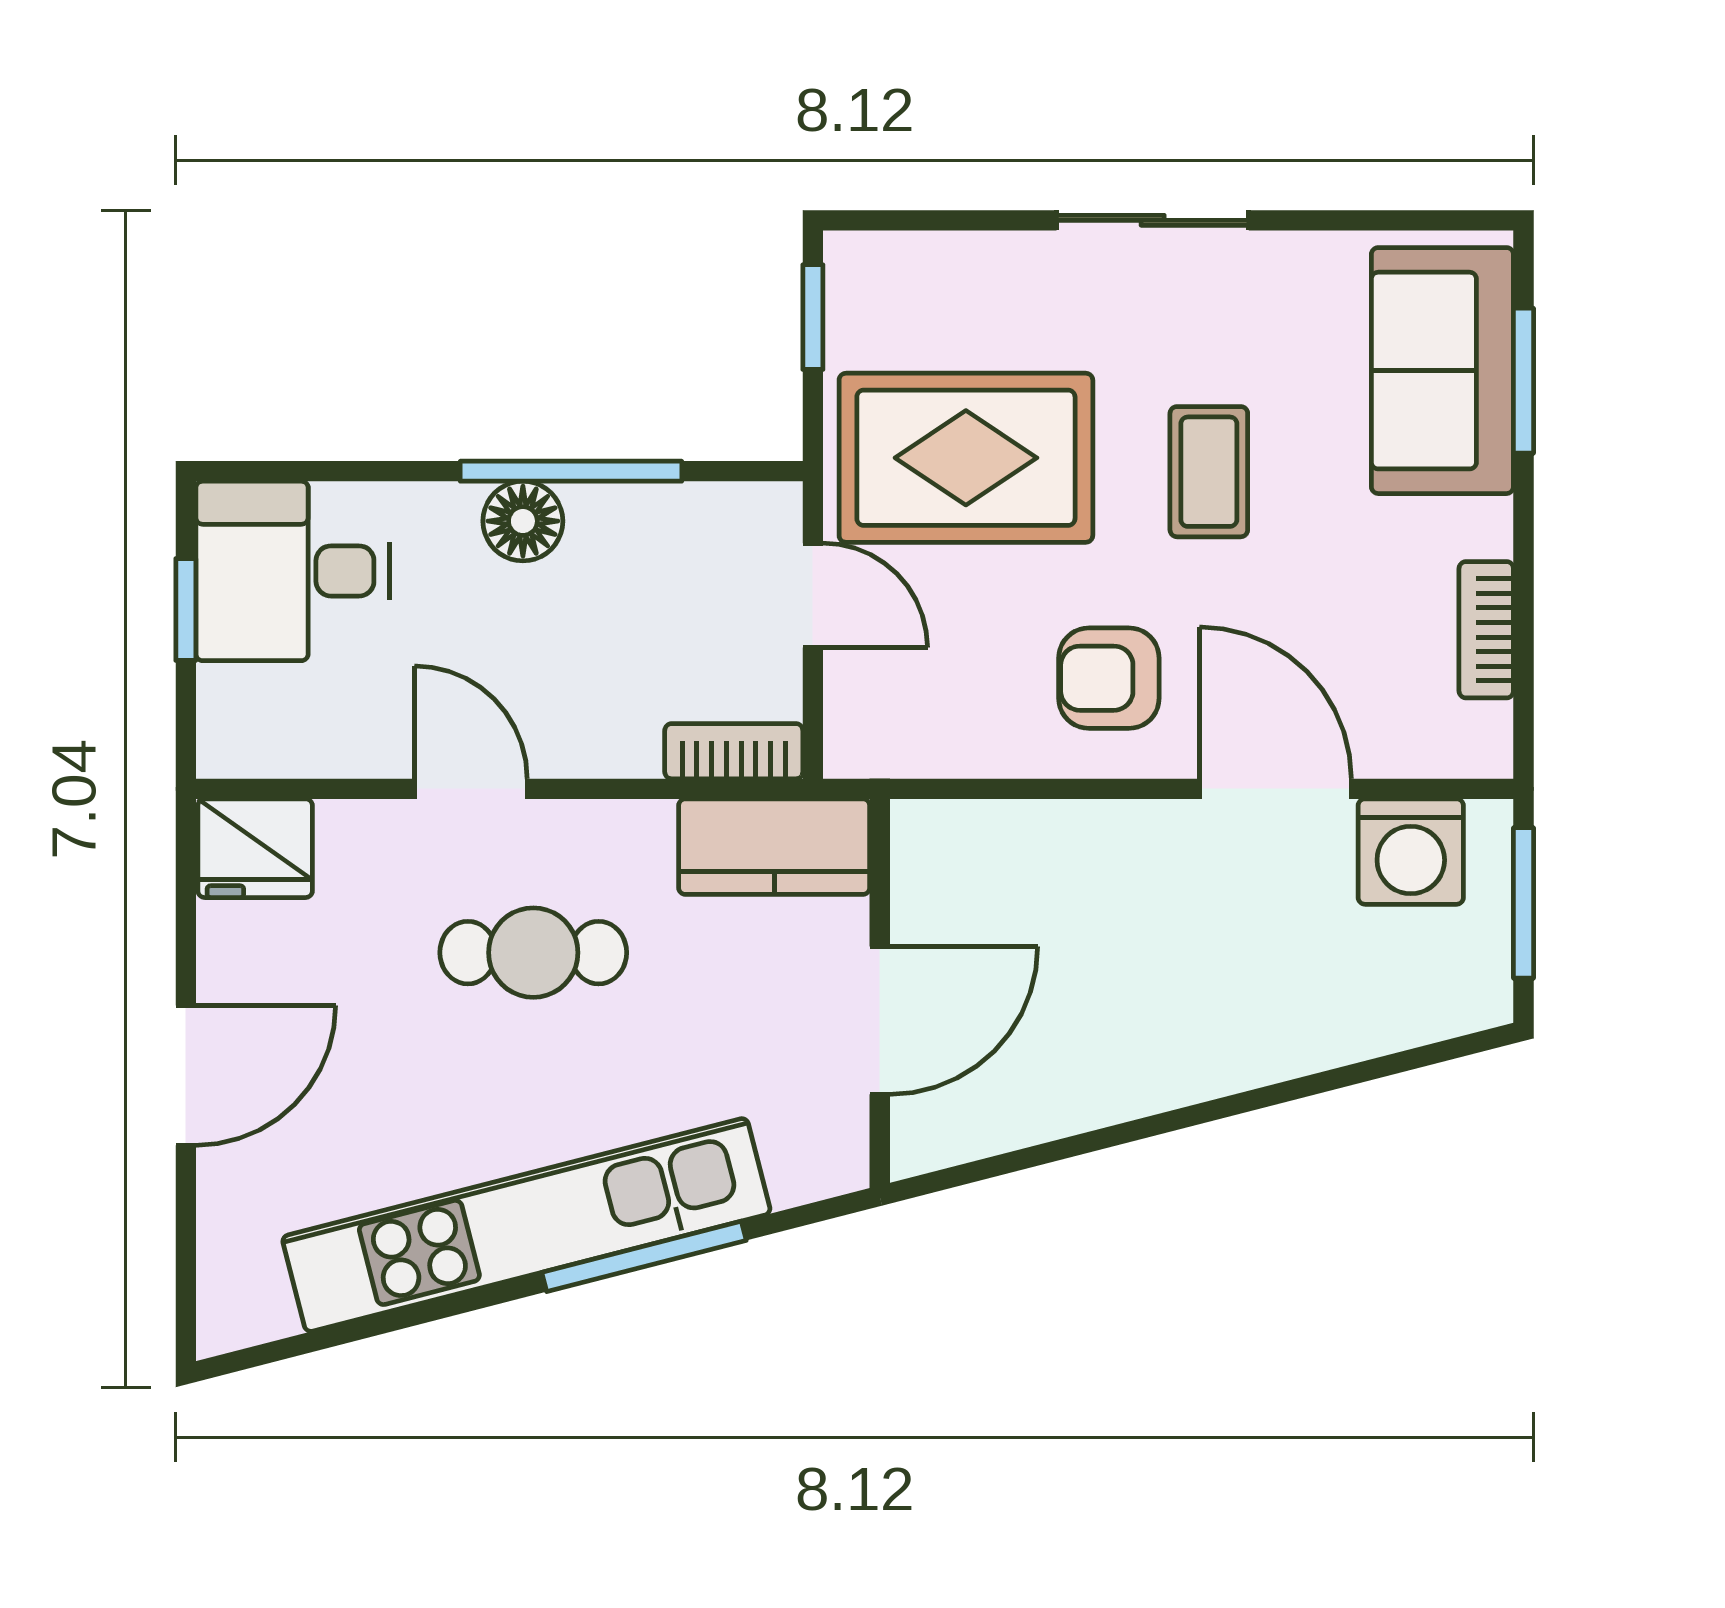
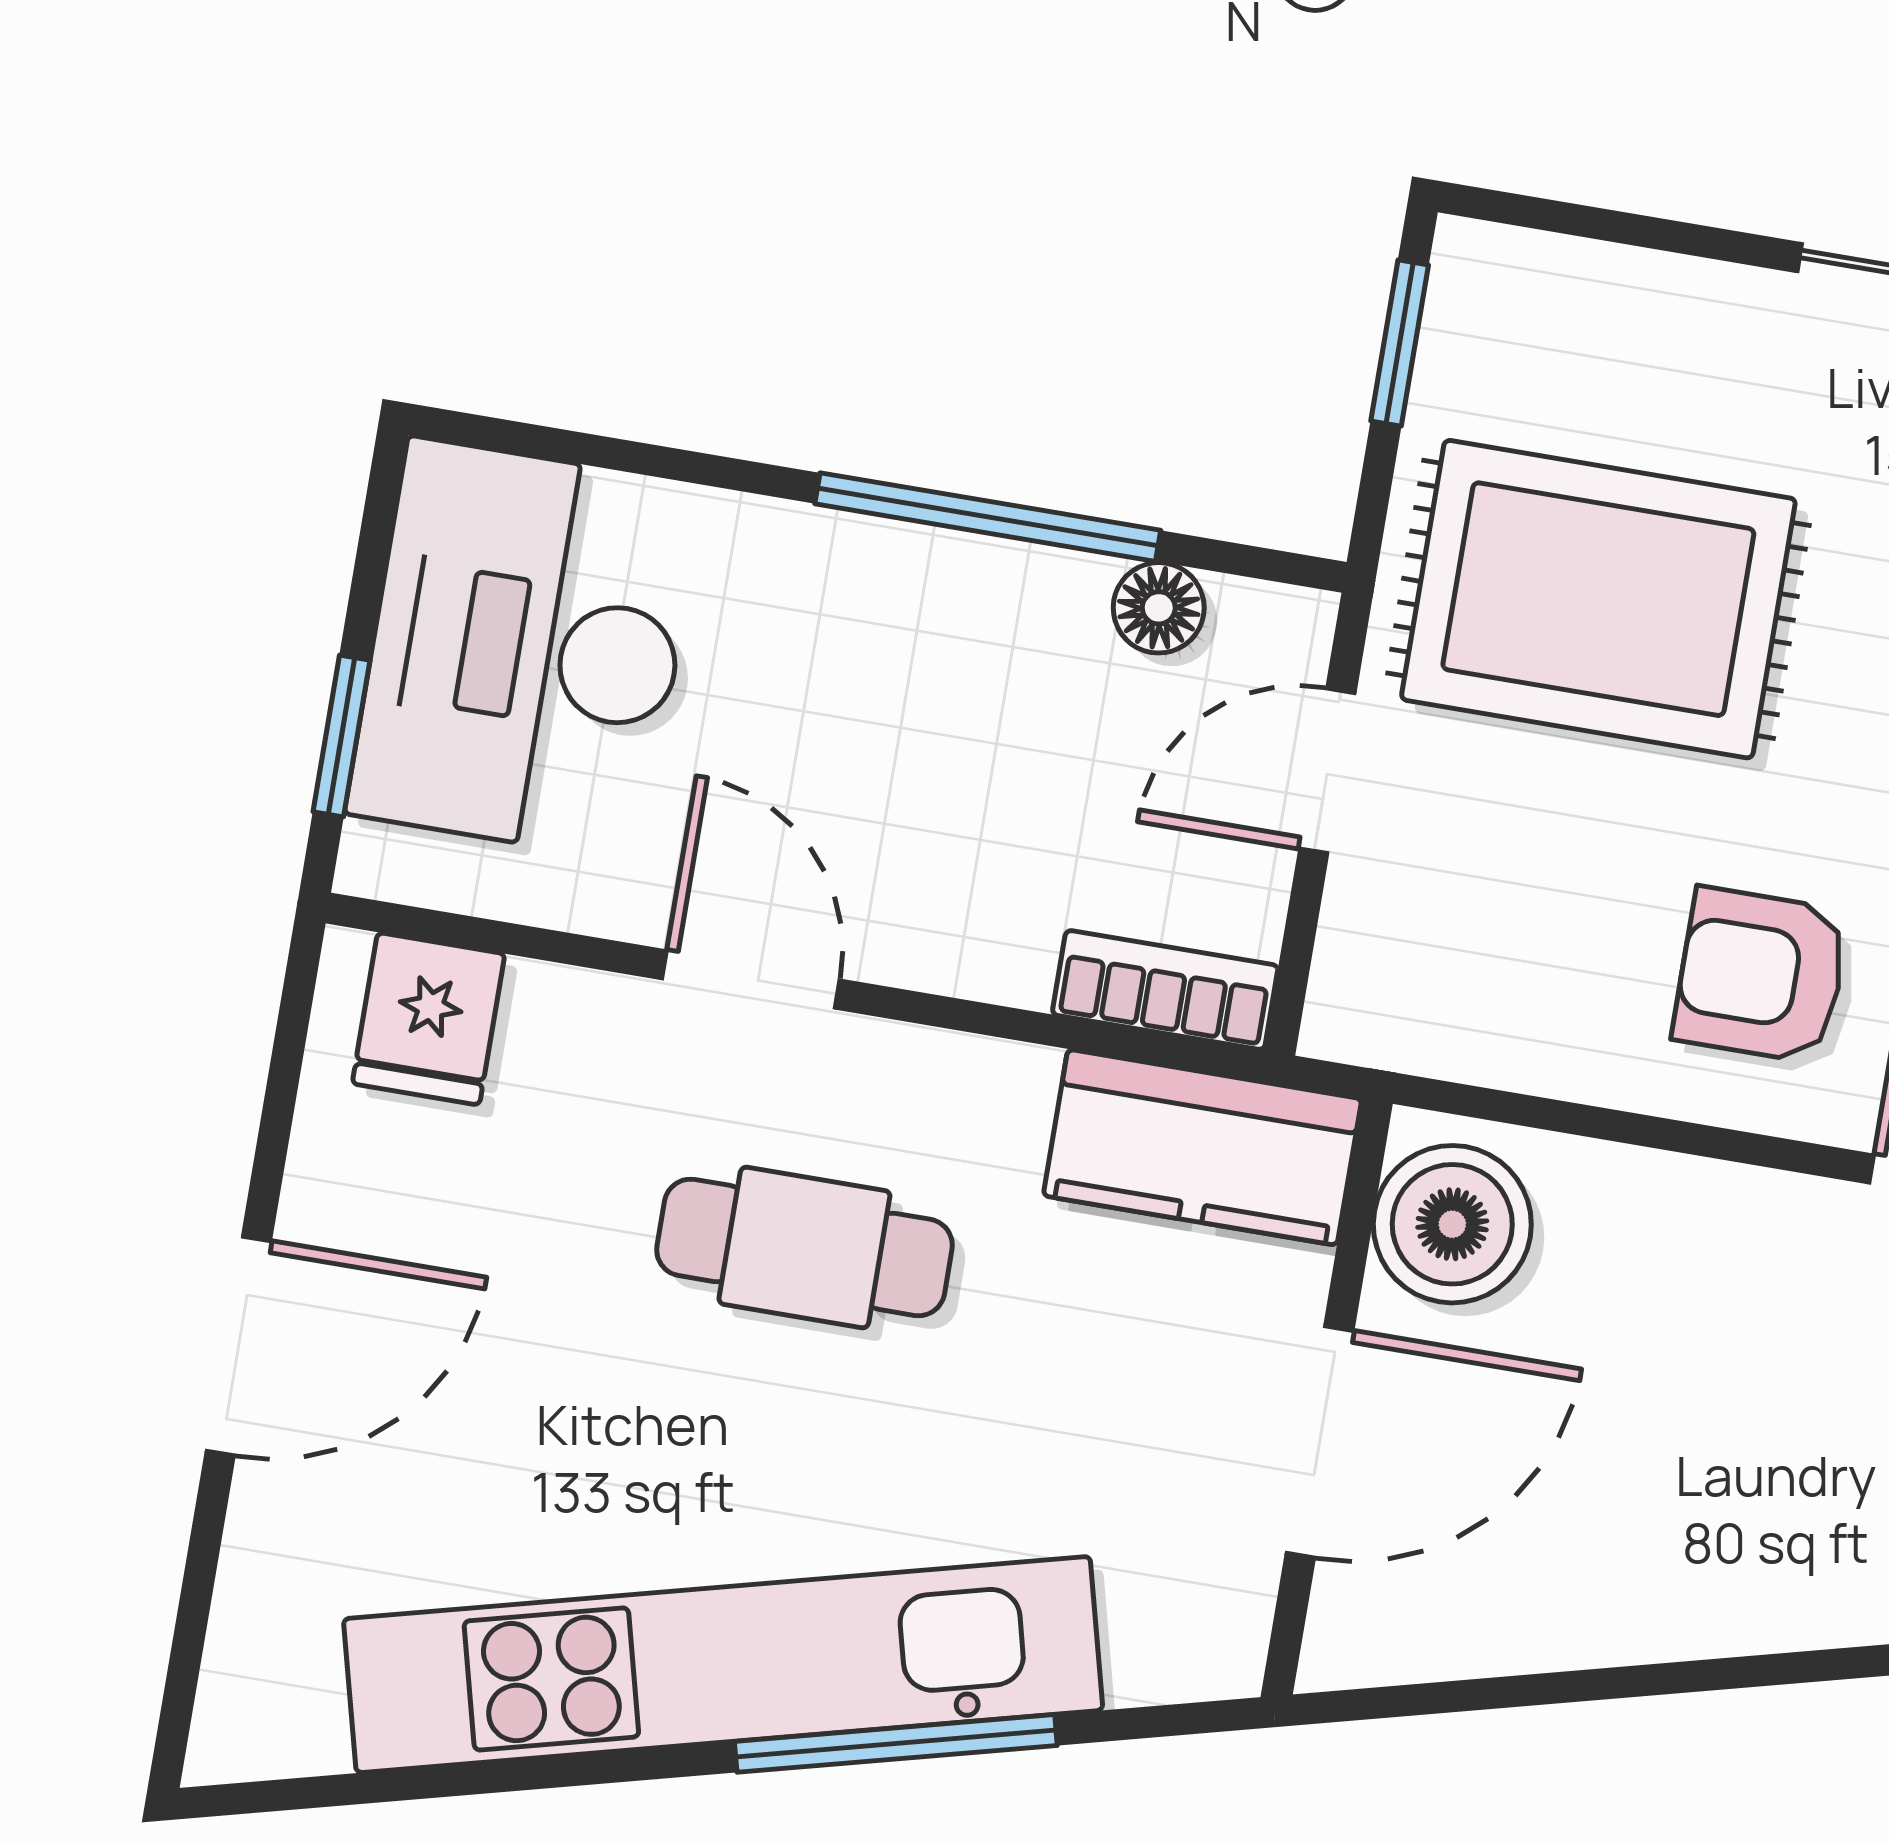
floor lamp: (523, 521) -> (1159, 608), moved, width x0.73, depth x0.73
desk: (293, 571) -> (525, 650), width x1.37
door: (813, 595) -> (1327, 771), swing flipped
window: (186, 609) -> (342, 736), moved
fridge: (255, 848) -> (429, 1019), width x0.72
boiler: (940, 869) -> (1452, 1224), added

